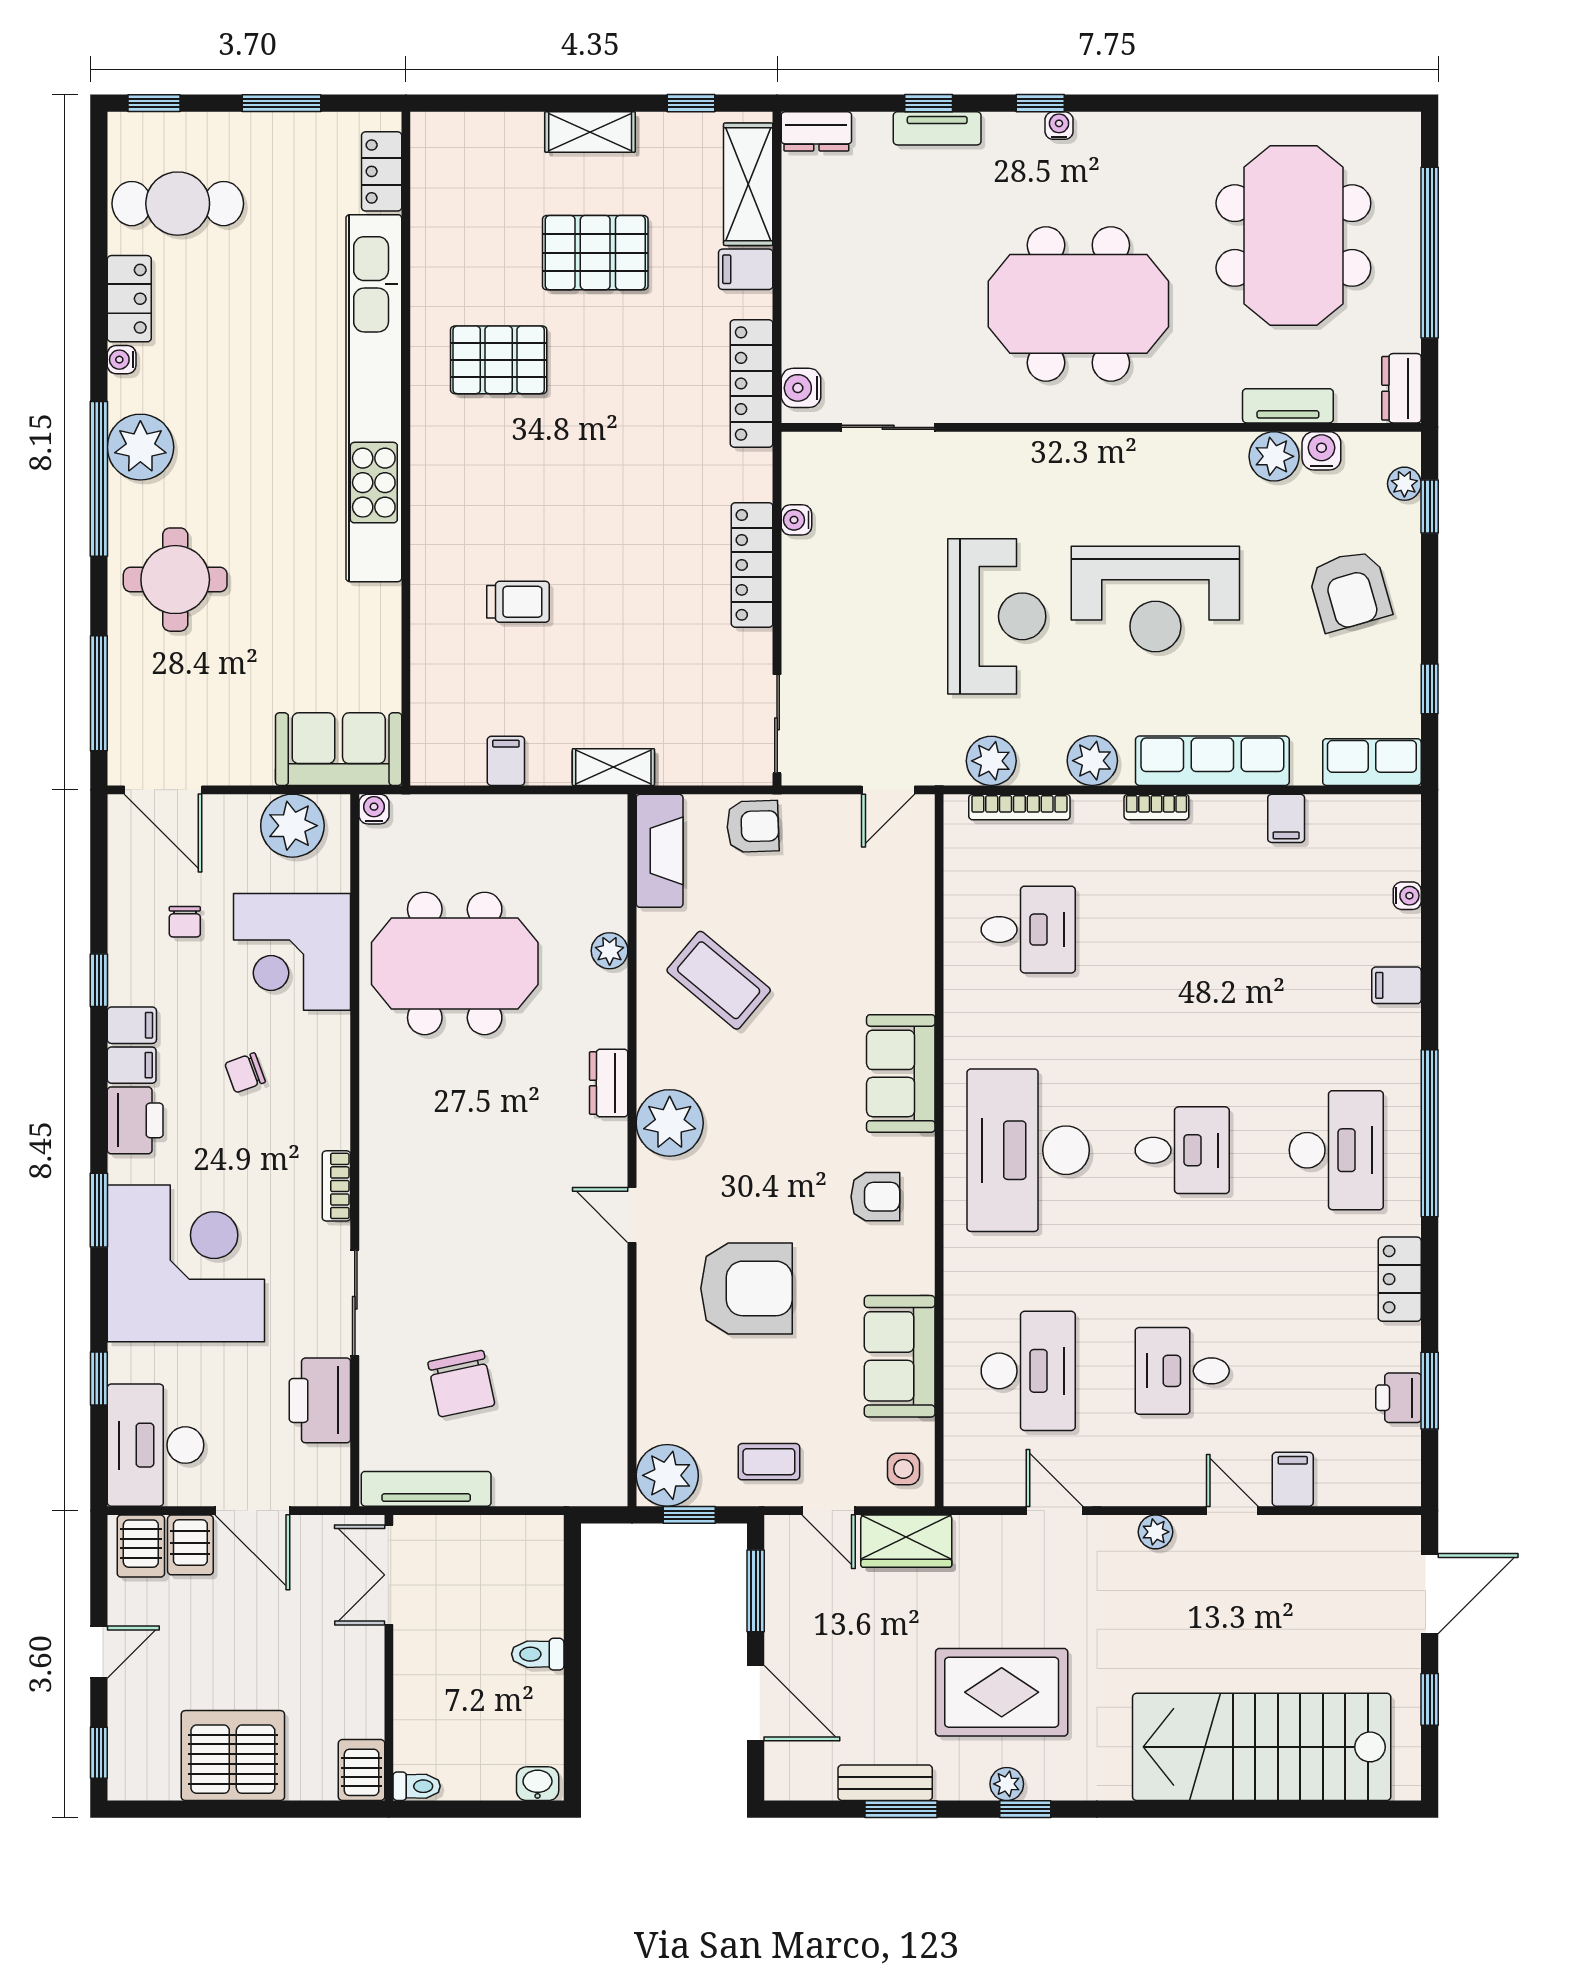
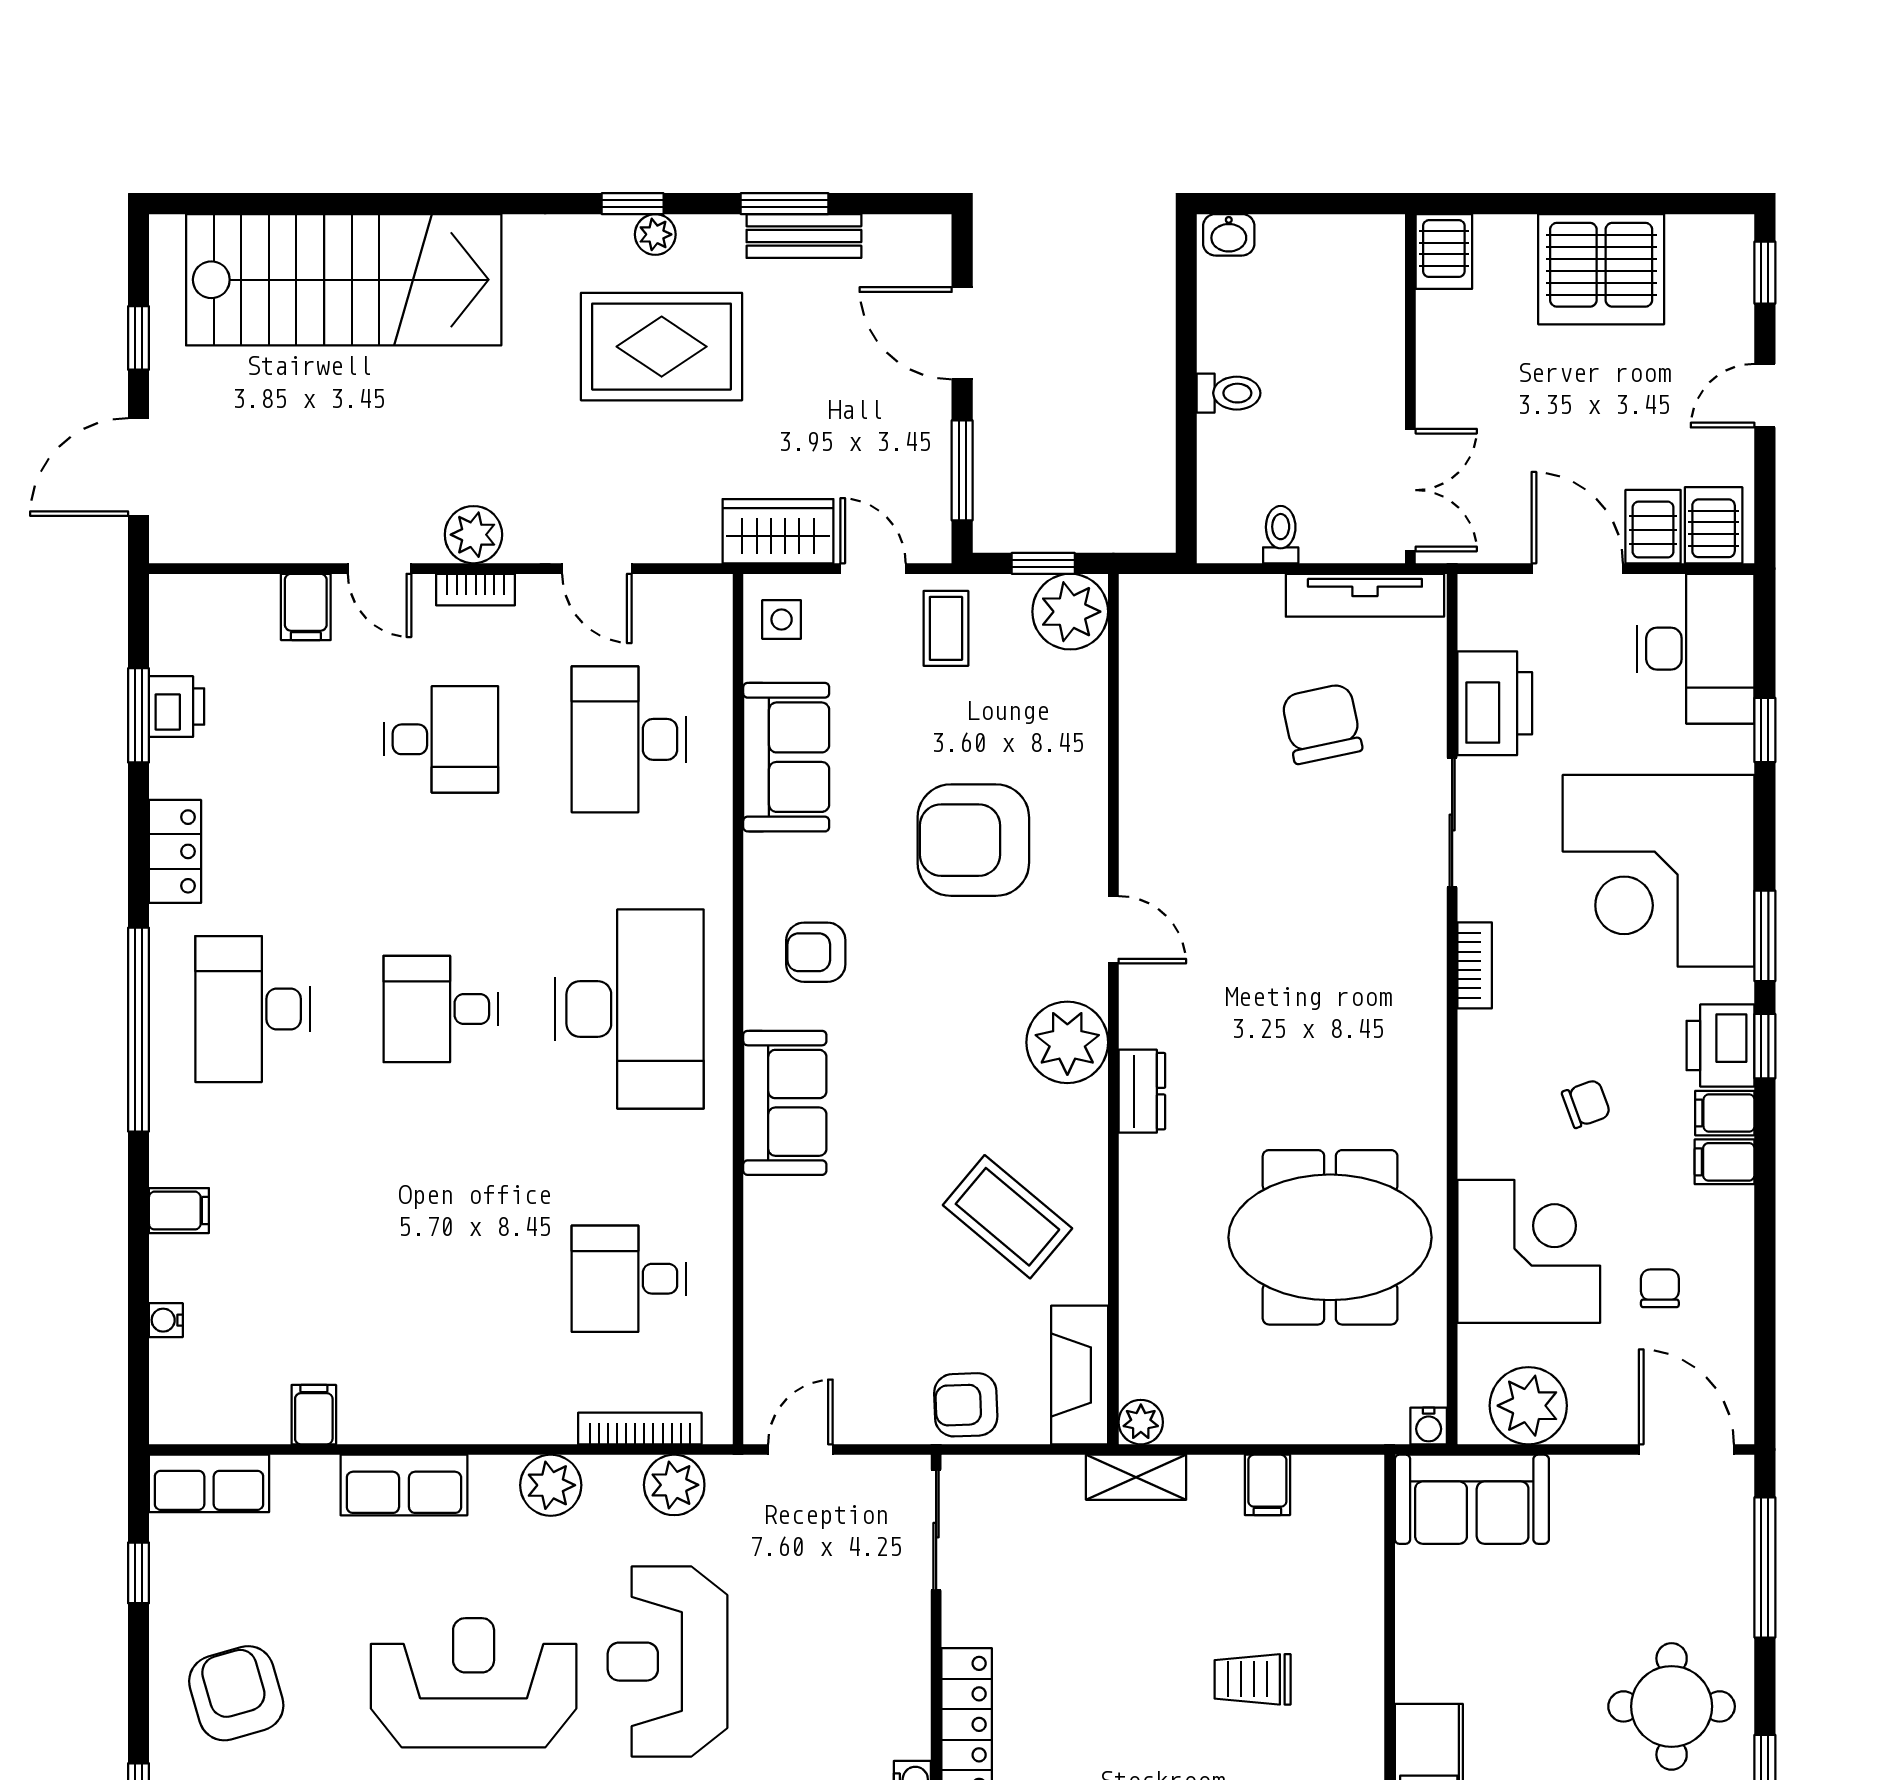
row of seats: (1212, 761) -> (404, 1485), width x0.68
bookcase: (1156, 807) -> (476, 590), moved, turned 180
plant: (610, 951) -> (1141, 1422), moved
window: (99, 980) -> (1765, 1046), moved
coffee table: (769, 1462) -> (946, 628), turned 90
plant: (1155, 1532) -> (473, 535), width x1.38, depth x1.38
toilet: (417, 1786) -> (1281, 535), moved, turned 90

